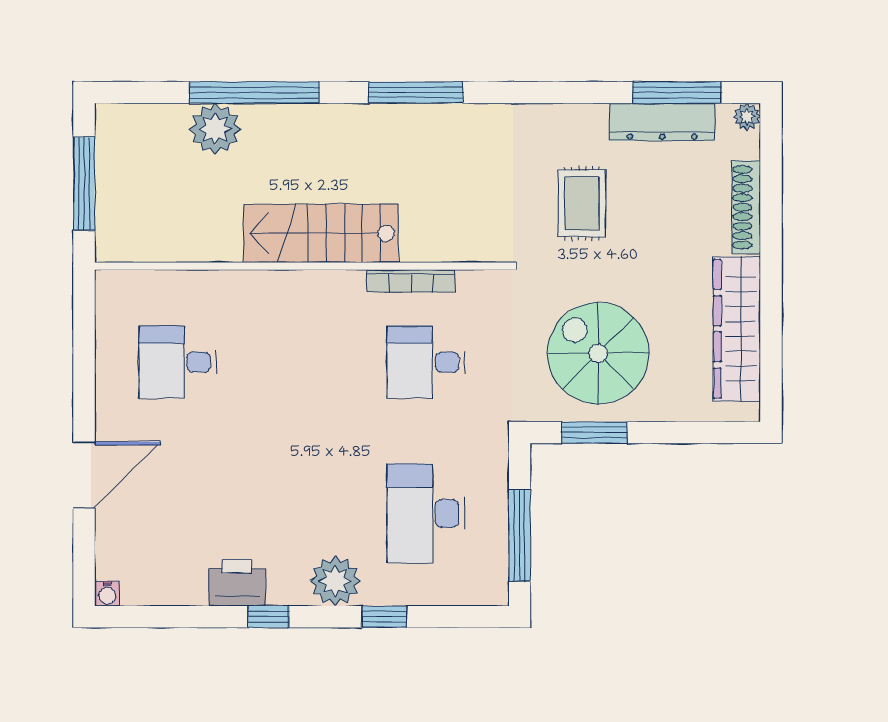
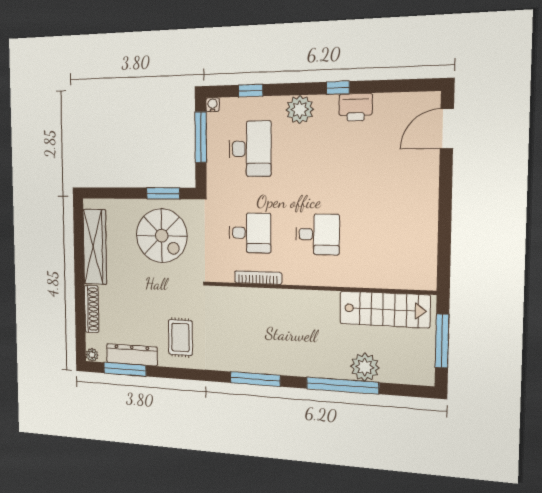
rug: (582, 203) -> (180, 337), moved
stairs: (321, 233) -> (385, 309), moved
desk: (178, 362) -> (317, 234), moved
door: (84, 475) -> (447, 129), moved
water cooler: (107, 594) -> (213, 105), moved
window: (384, 617) -> (251, 91), moved

